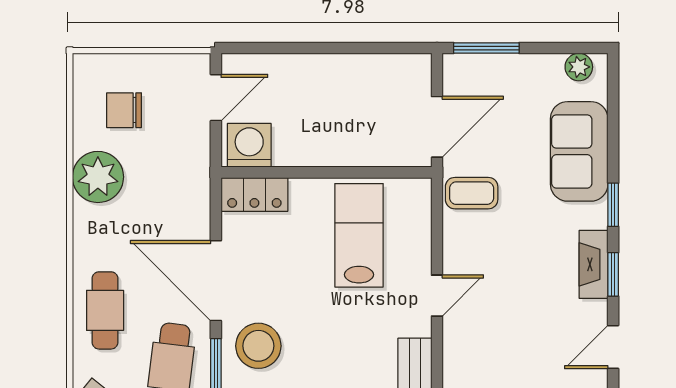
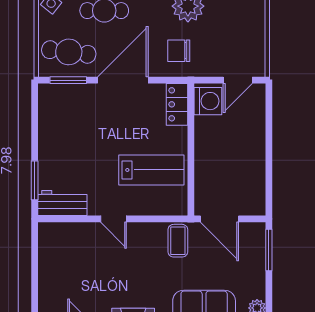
door: (216, 98) -> (238, 80), hinge flipped
chair: (124, 110) -> (179, 51), moved, turned -90
stool: (258, 346) -> (82, 107), removed

